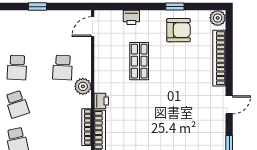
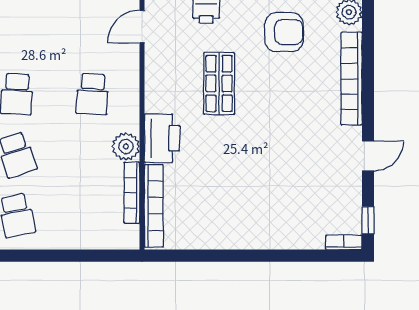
plant: (83, 86) -> (126, 146), moved
printer: (101, 101) -> (162, 138), width x1.87, depth x1.48

